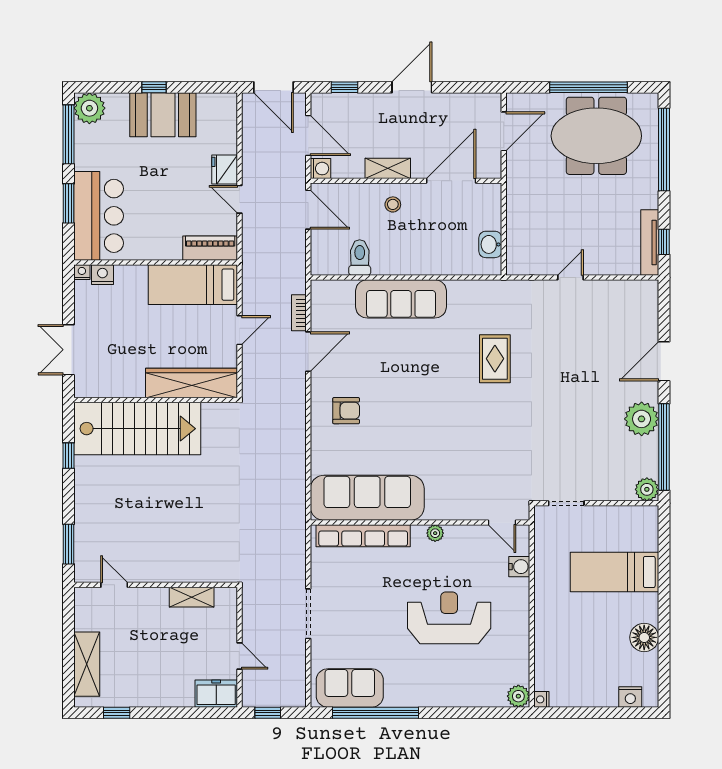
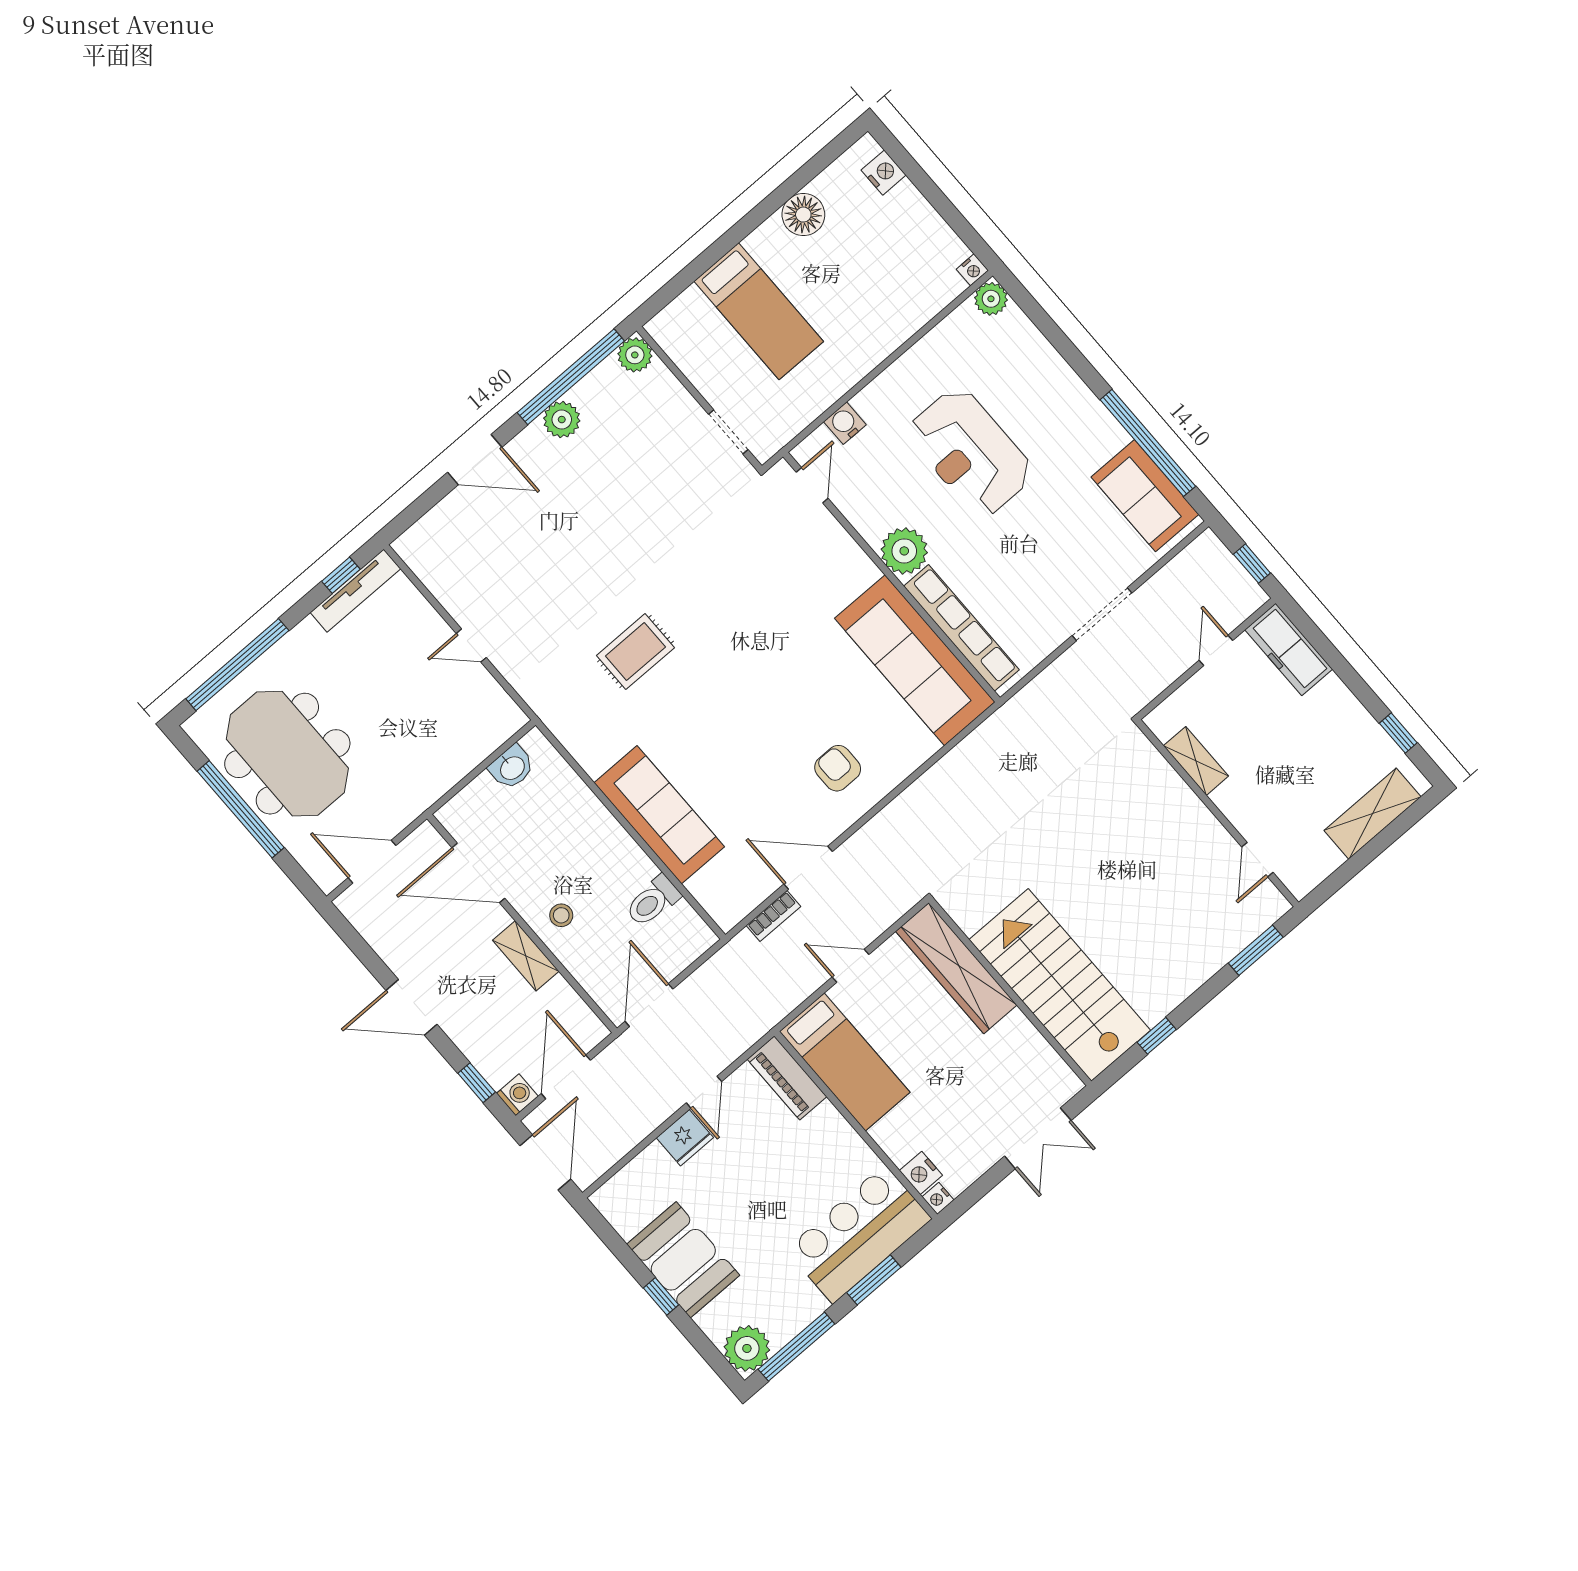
washing machine: (320, 169) -> (517, 1095), moved, turned 90
plant: (642, 419) -> (562, 420), width x0.73, depth x0.73
plant: (435, 533) -> (904, 551), width x1.88, depth x1.88
freezer: (216, 694) -> (1289, 649), width x1.40

